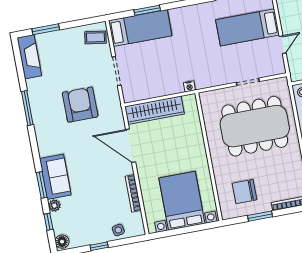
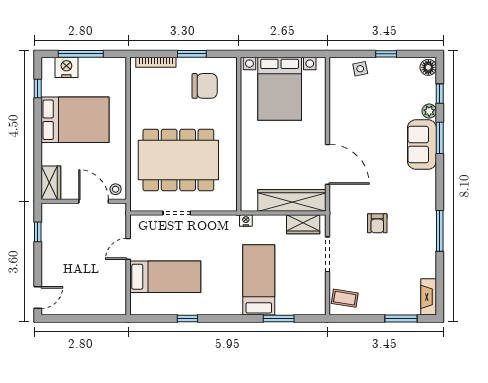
bed: (140, 28) -> (259, 280), moved, turned 90
fireplace: (29, 57) -> (429, 297), width x0.73, depth x0.76
wardrobe: (141, 92) -> (303, 224), added
armchair: (80, 105) -> (377, 223), width x0.53, depth x0.53
bookcase: (133, 193) -> (335, 108), removed

